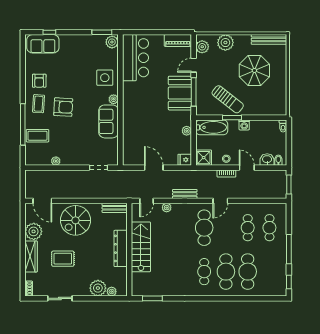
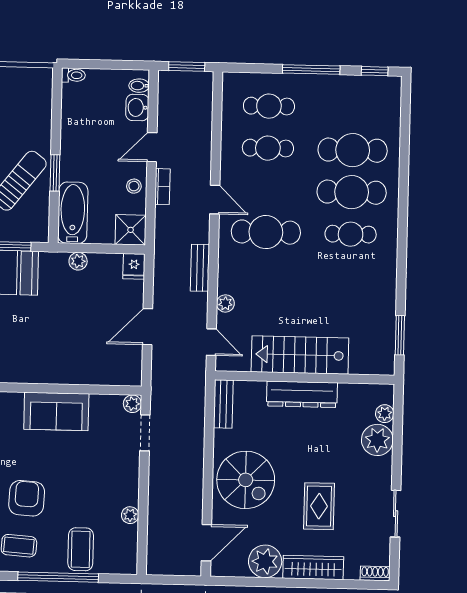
plant: (114, 99) -> (132, 404), moved
washing machine: (244, 125) -> (70, 150), removed

